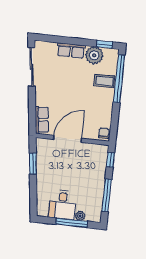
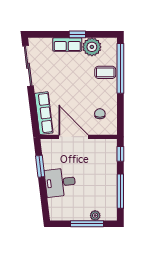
window: (105, 44) -> (77, 34), moved
row of seats: (42, 120) -> (44, 113), width x1.48
chair: (104, 133) -> (100, 114), moved
door: (68, 139) -> (73, 137), hinge flipped
desk: (62, 205) -> (60, 182), moved, turned 83

